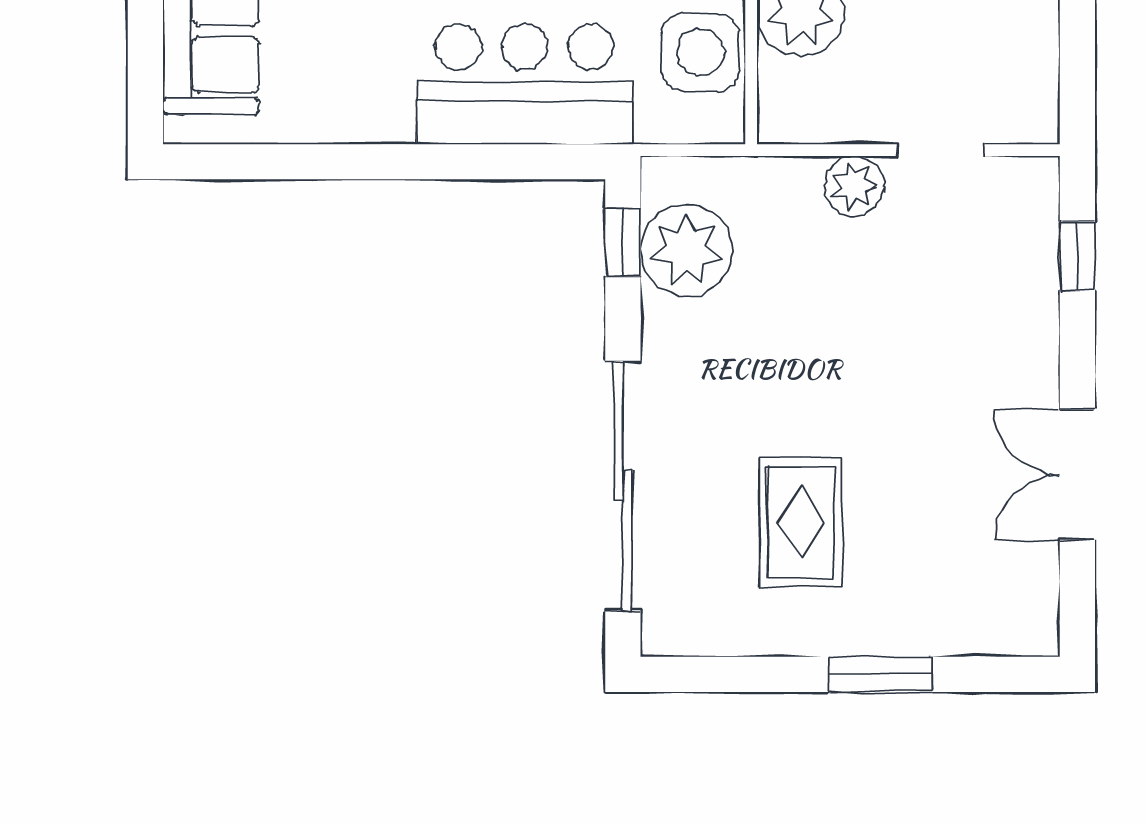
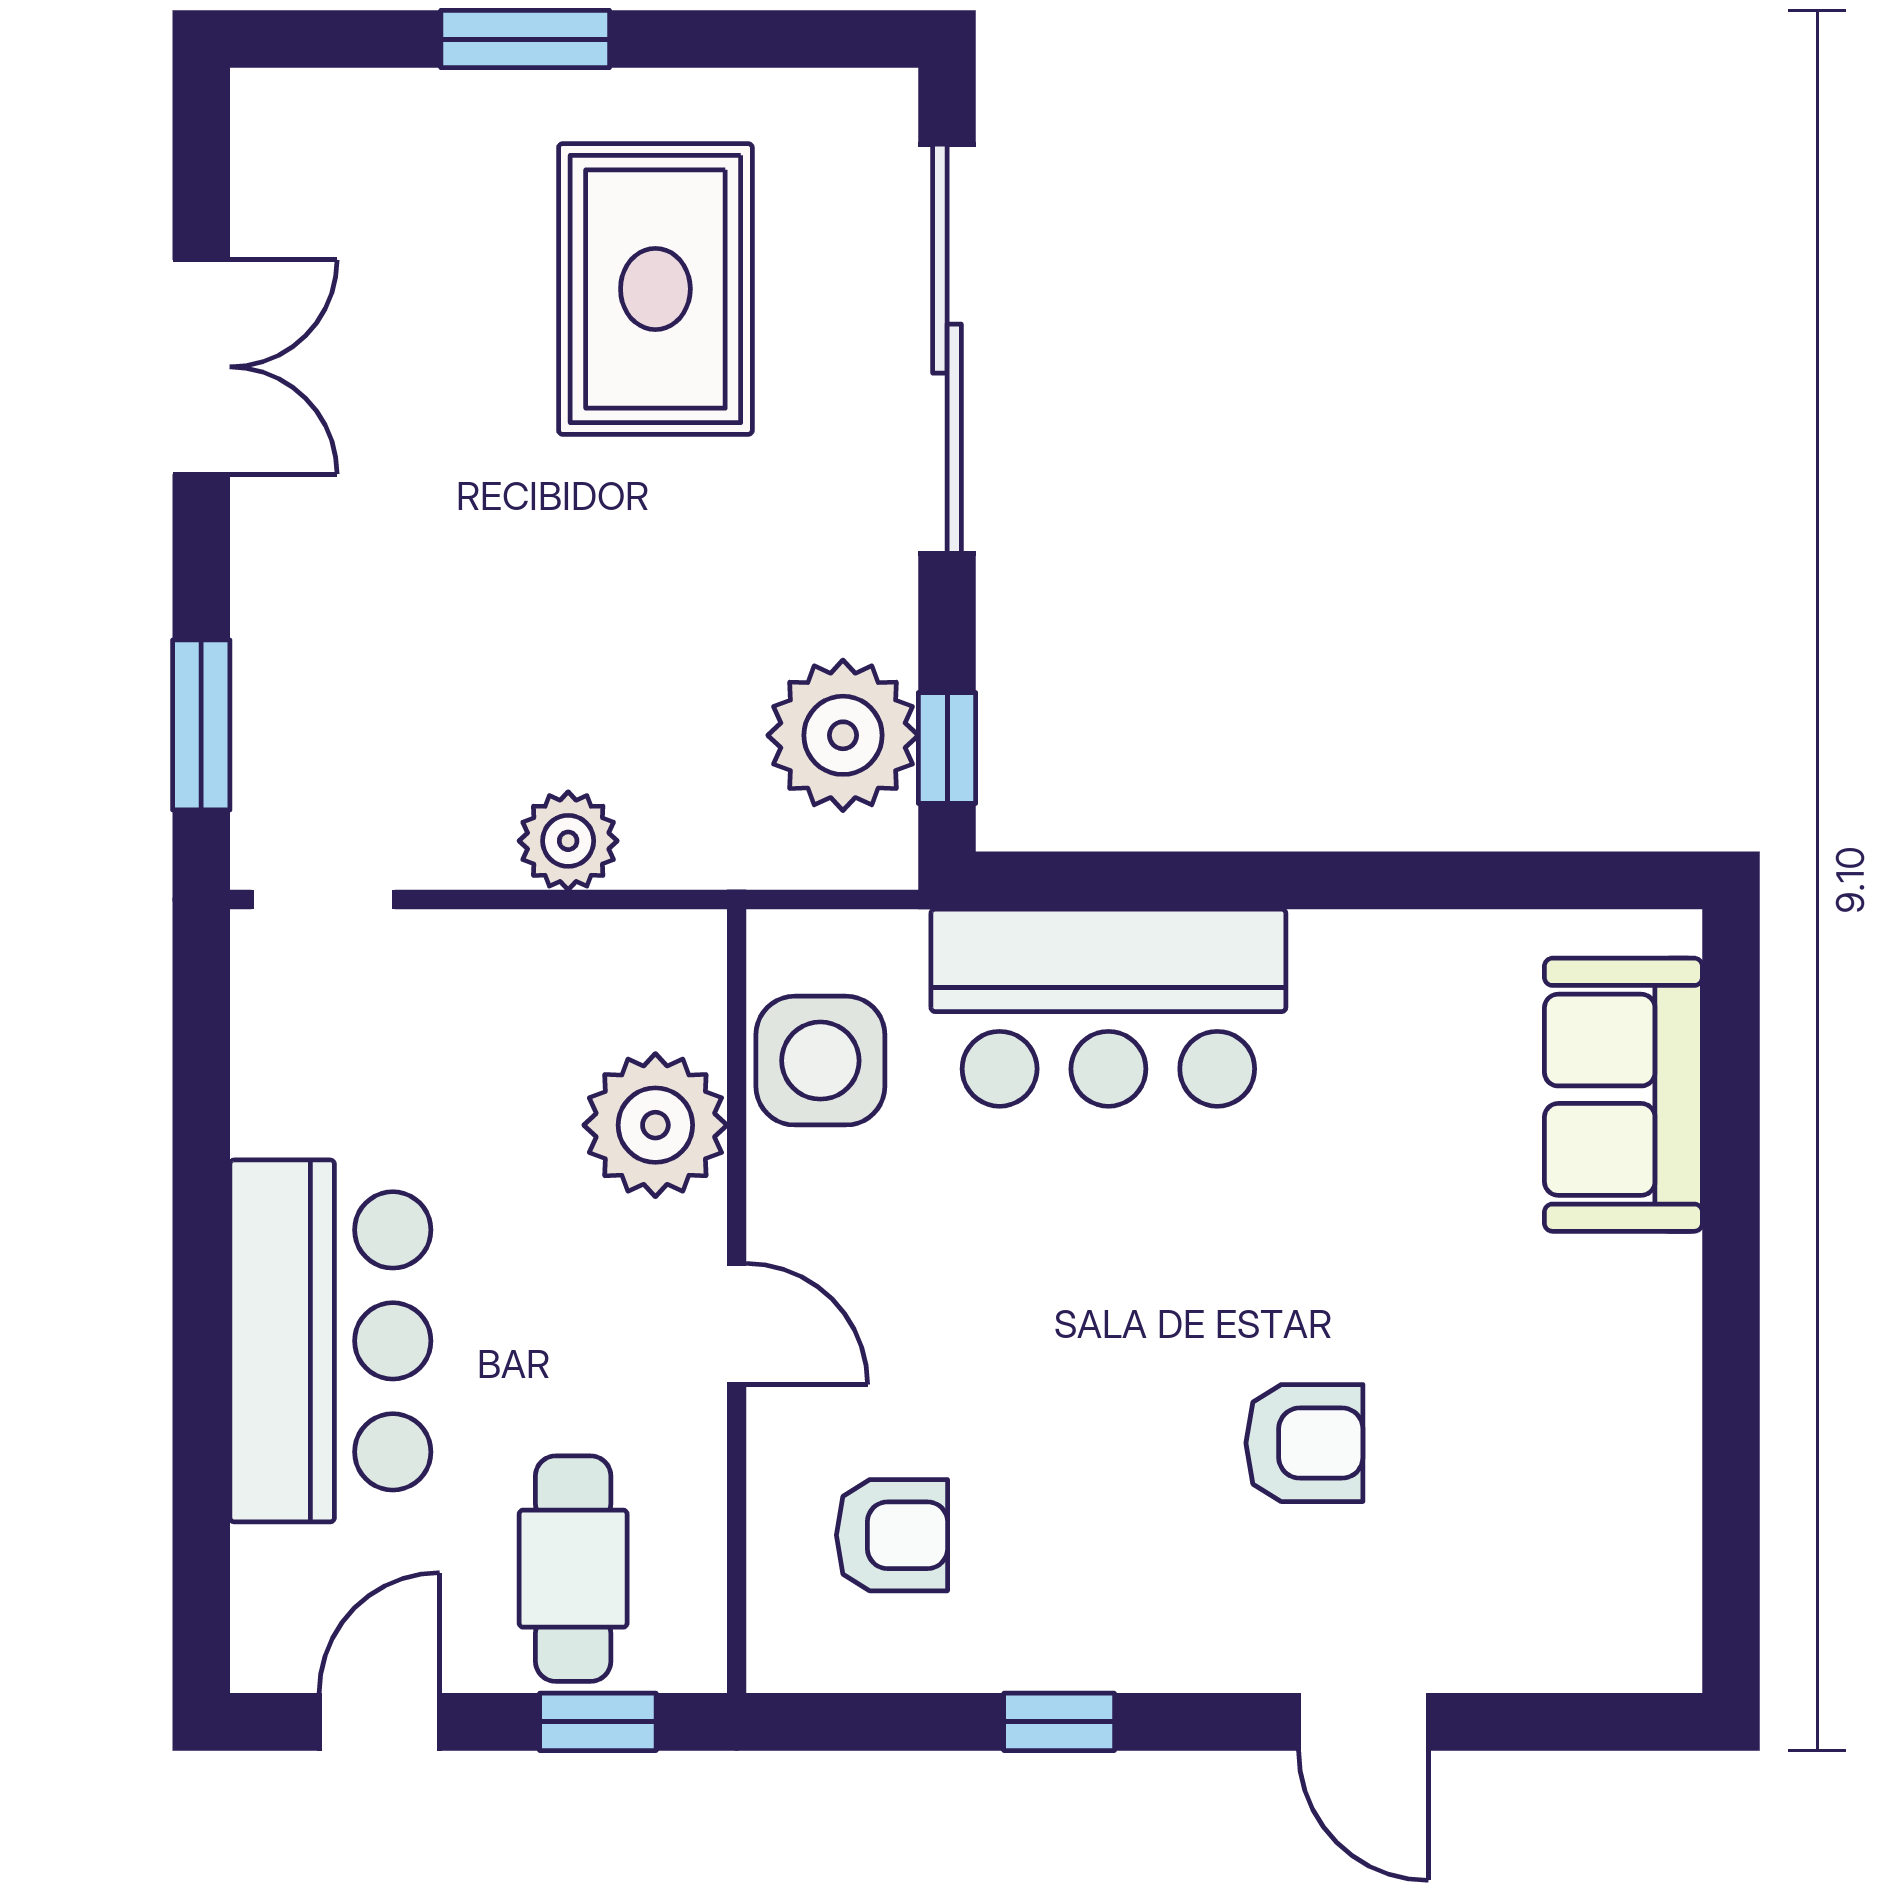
doorway: (940, 150) -> (323, 900), moved
window: (1077, 256) -> (201, 725), width x1.50
rug: (801, 522) -> (655, 289), width x1.36, depth x1.43

